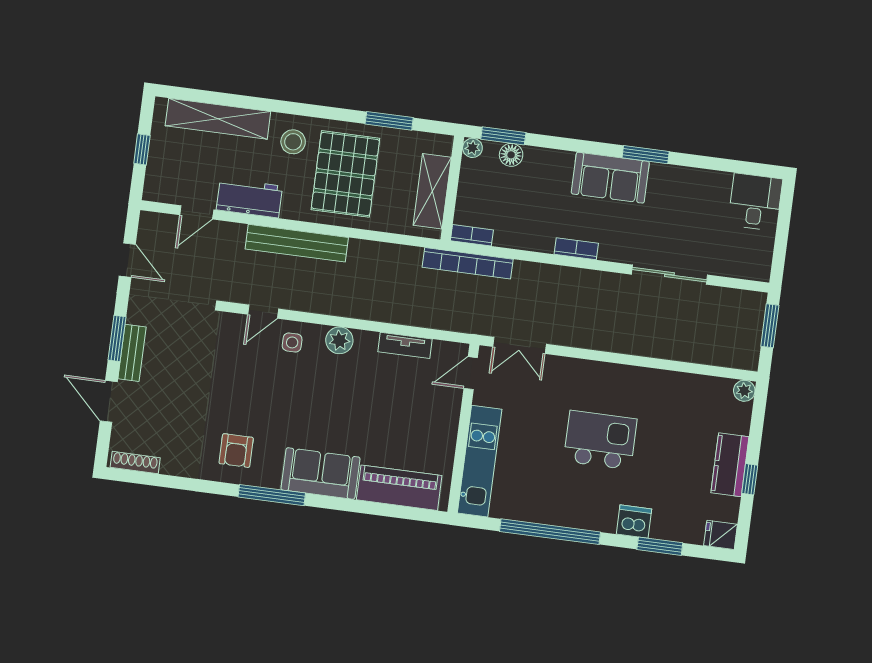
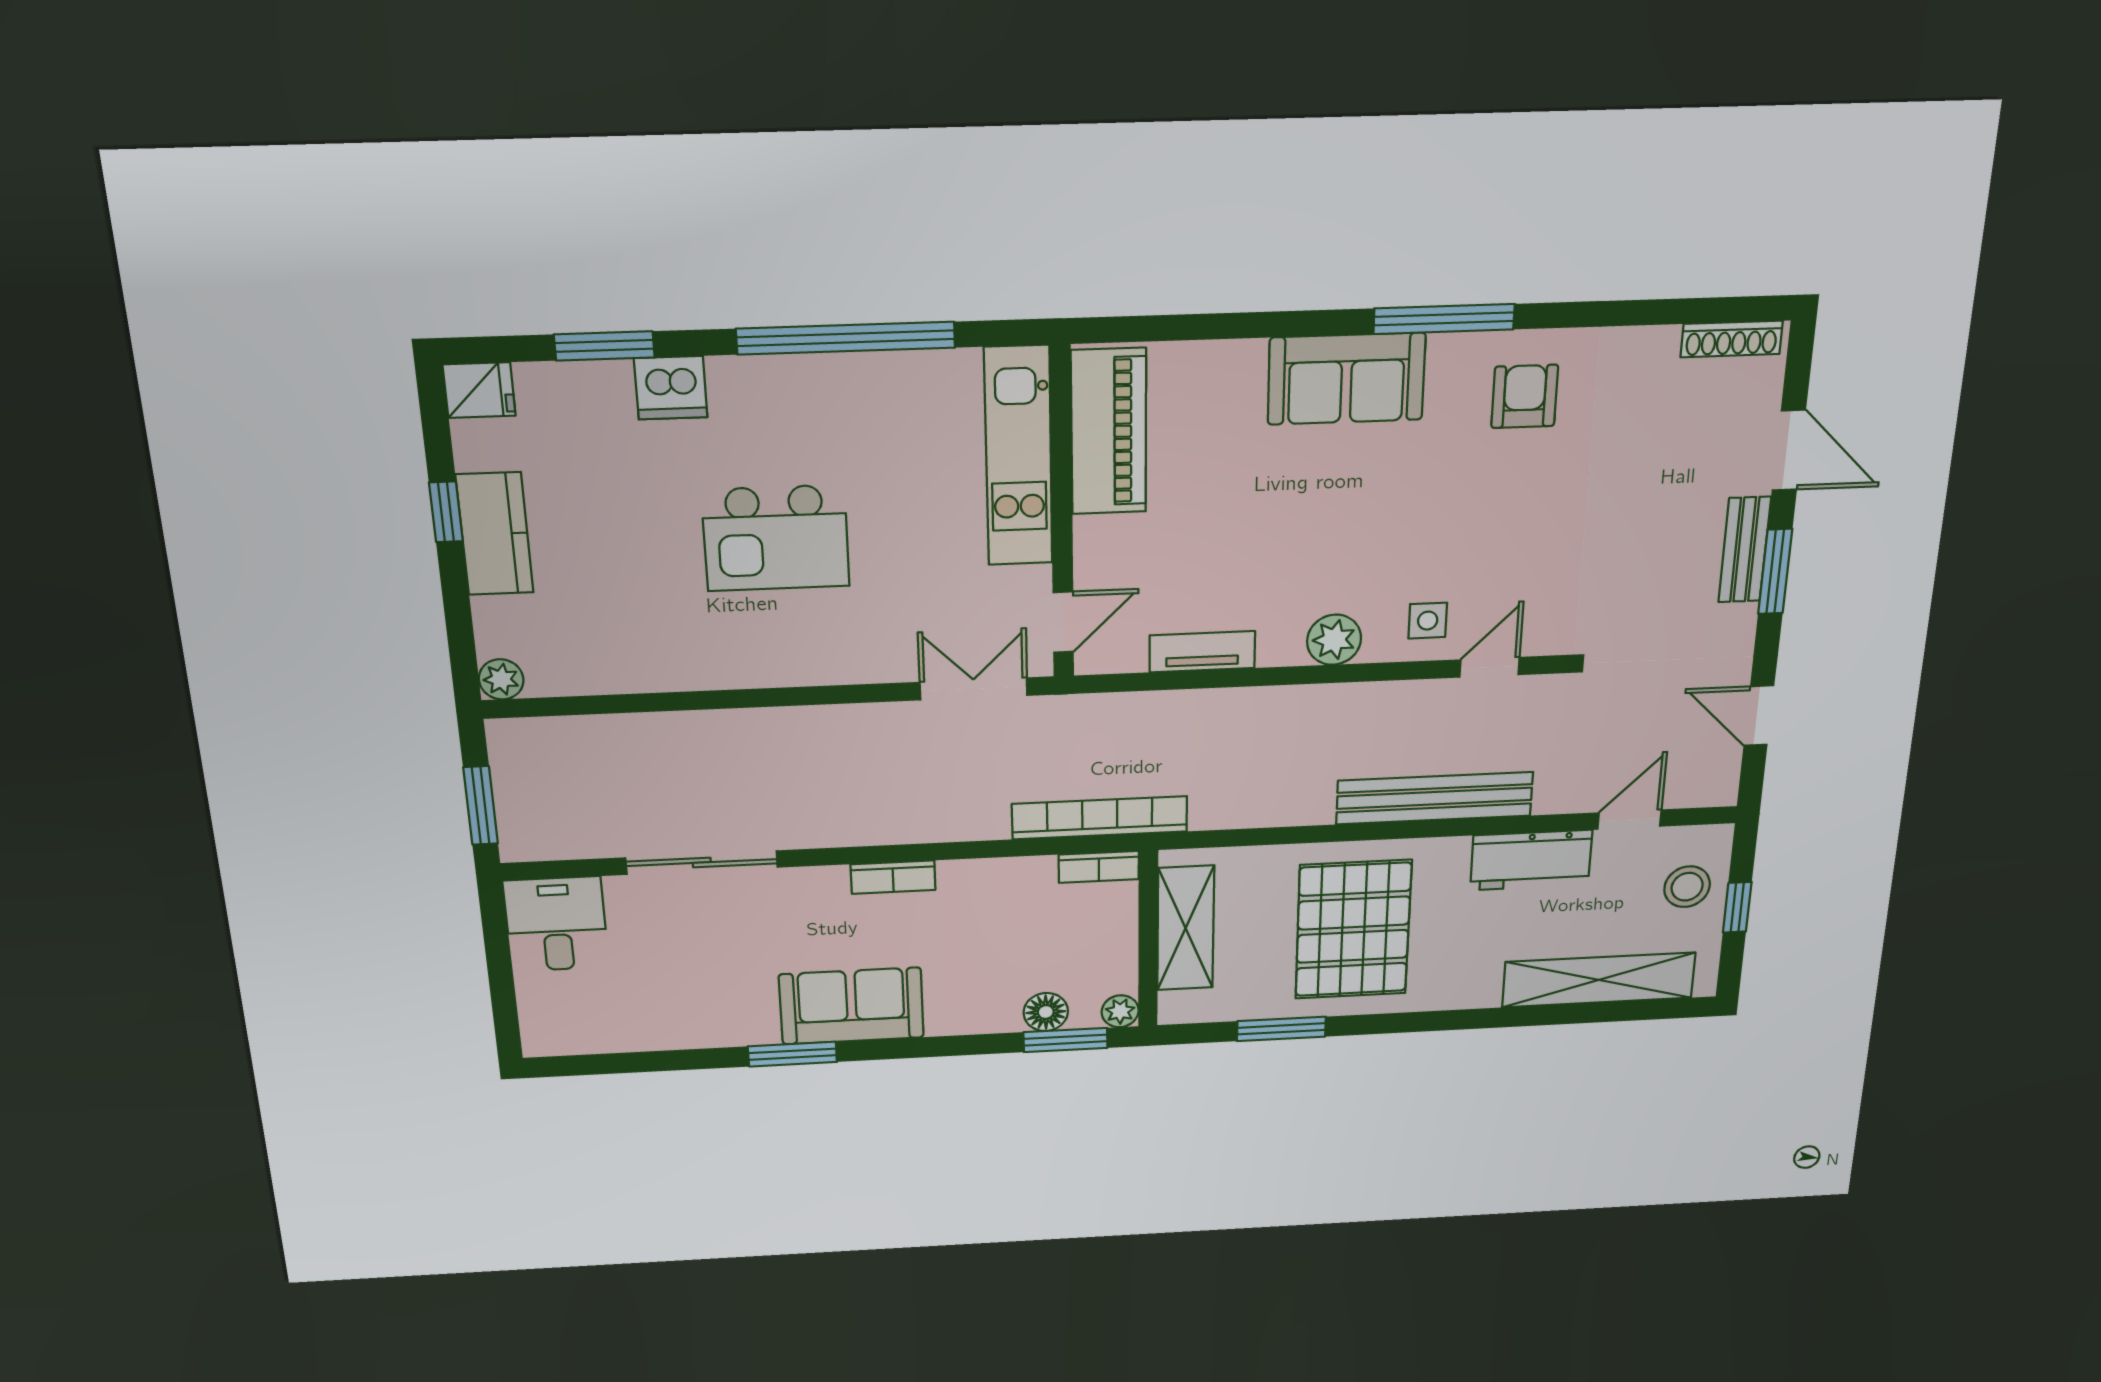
stool: (293, 142) -> (1687, 887), moved
desk: (755, 202) -> (556, 924), moved, turned 180
piano: (399, 488) -> (1109, 432), moved, turned -90

